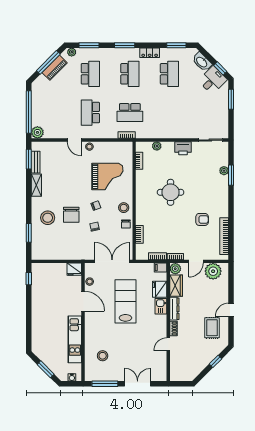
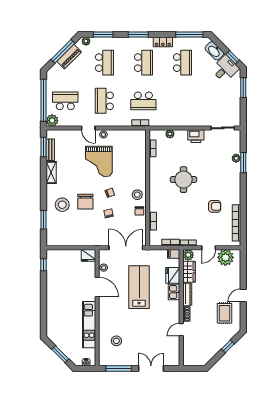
window: (176, 45) -> (189, 34), width x1.44
school desk: (51, 113) -> (65, 101), added
grand piano: (107, 176) -> (99, 161), moved, turned 90

